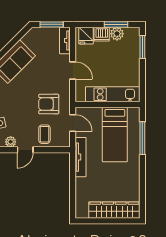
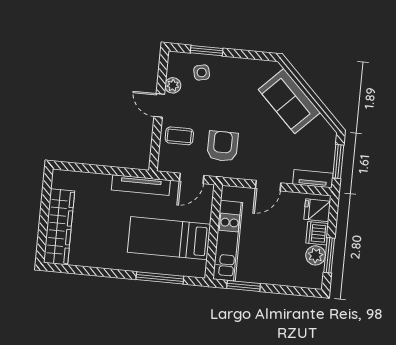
window: (142, 47) -> (244, 286), moved

